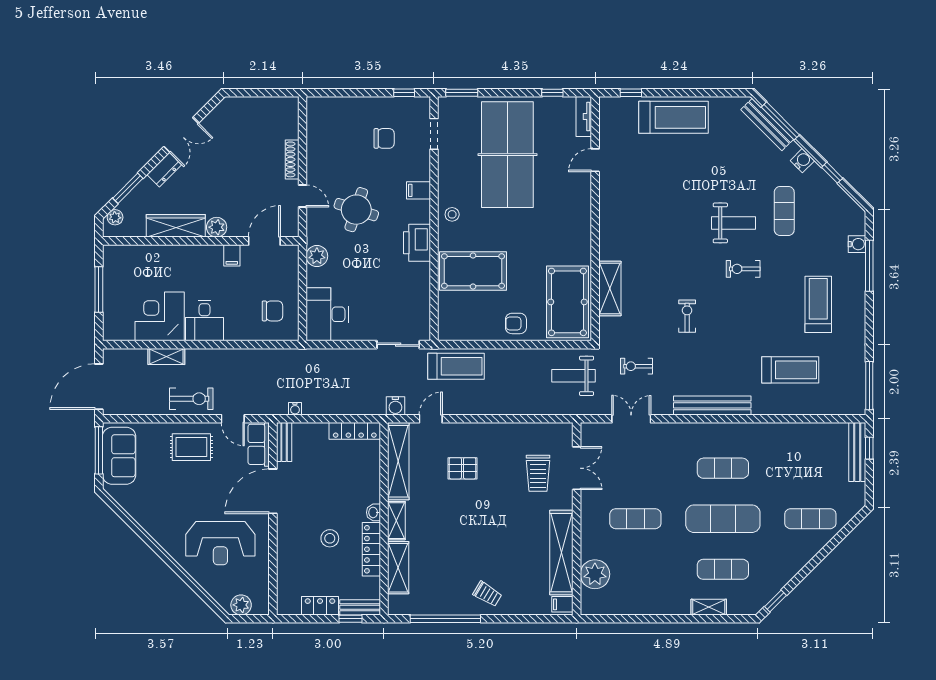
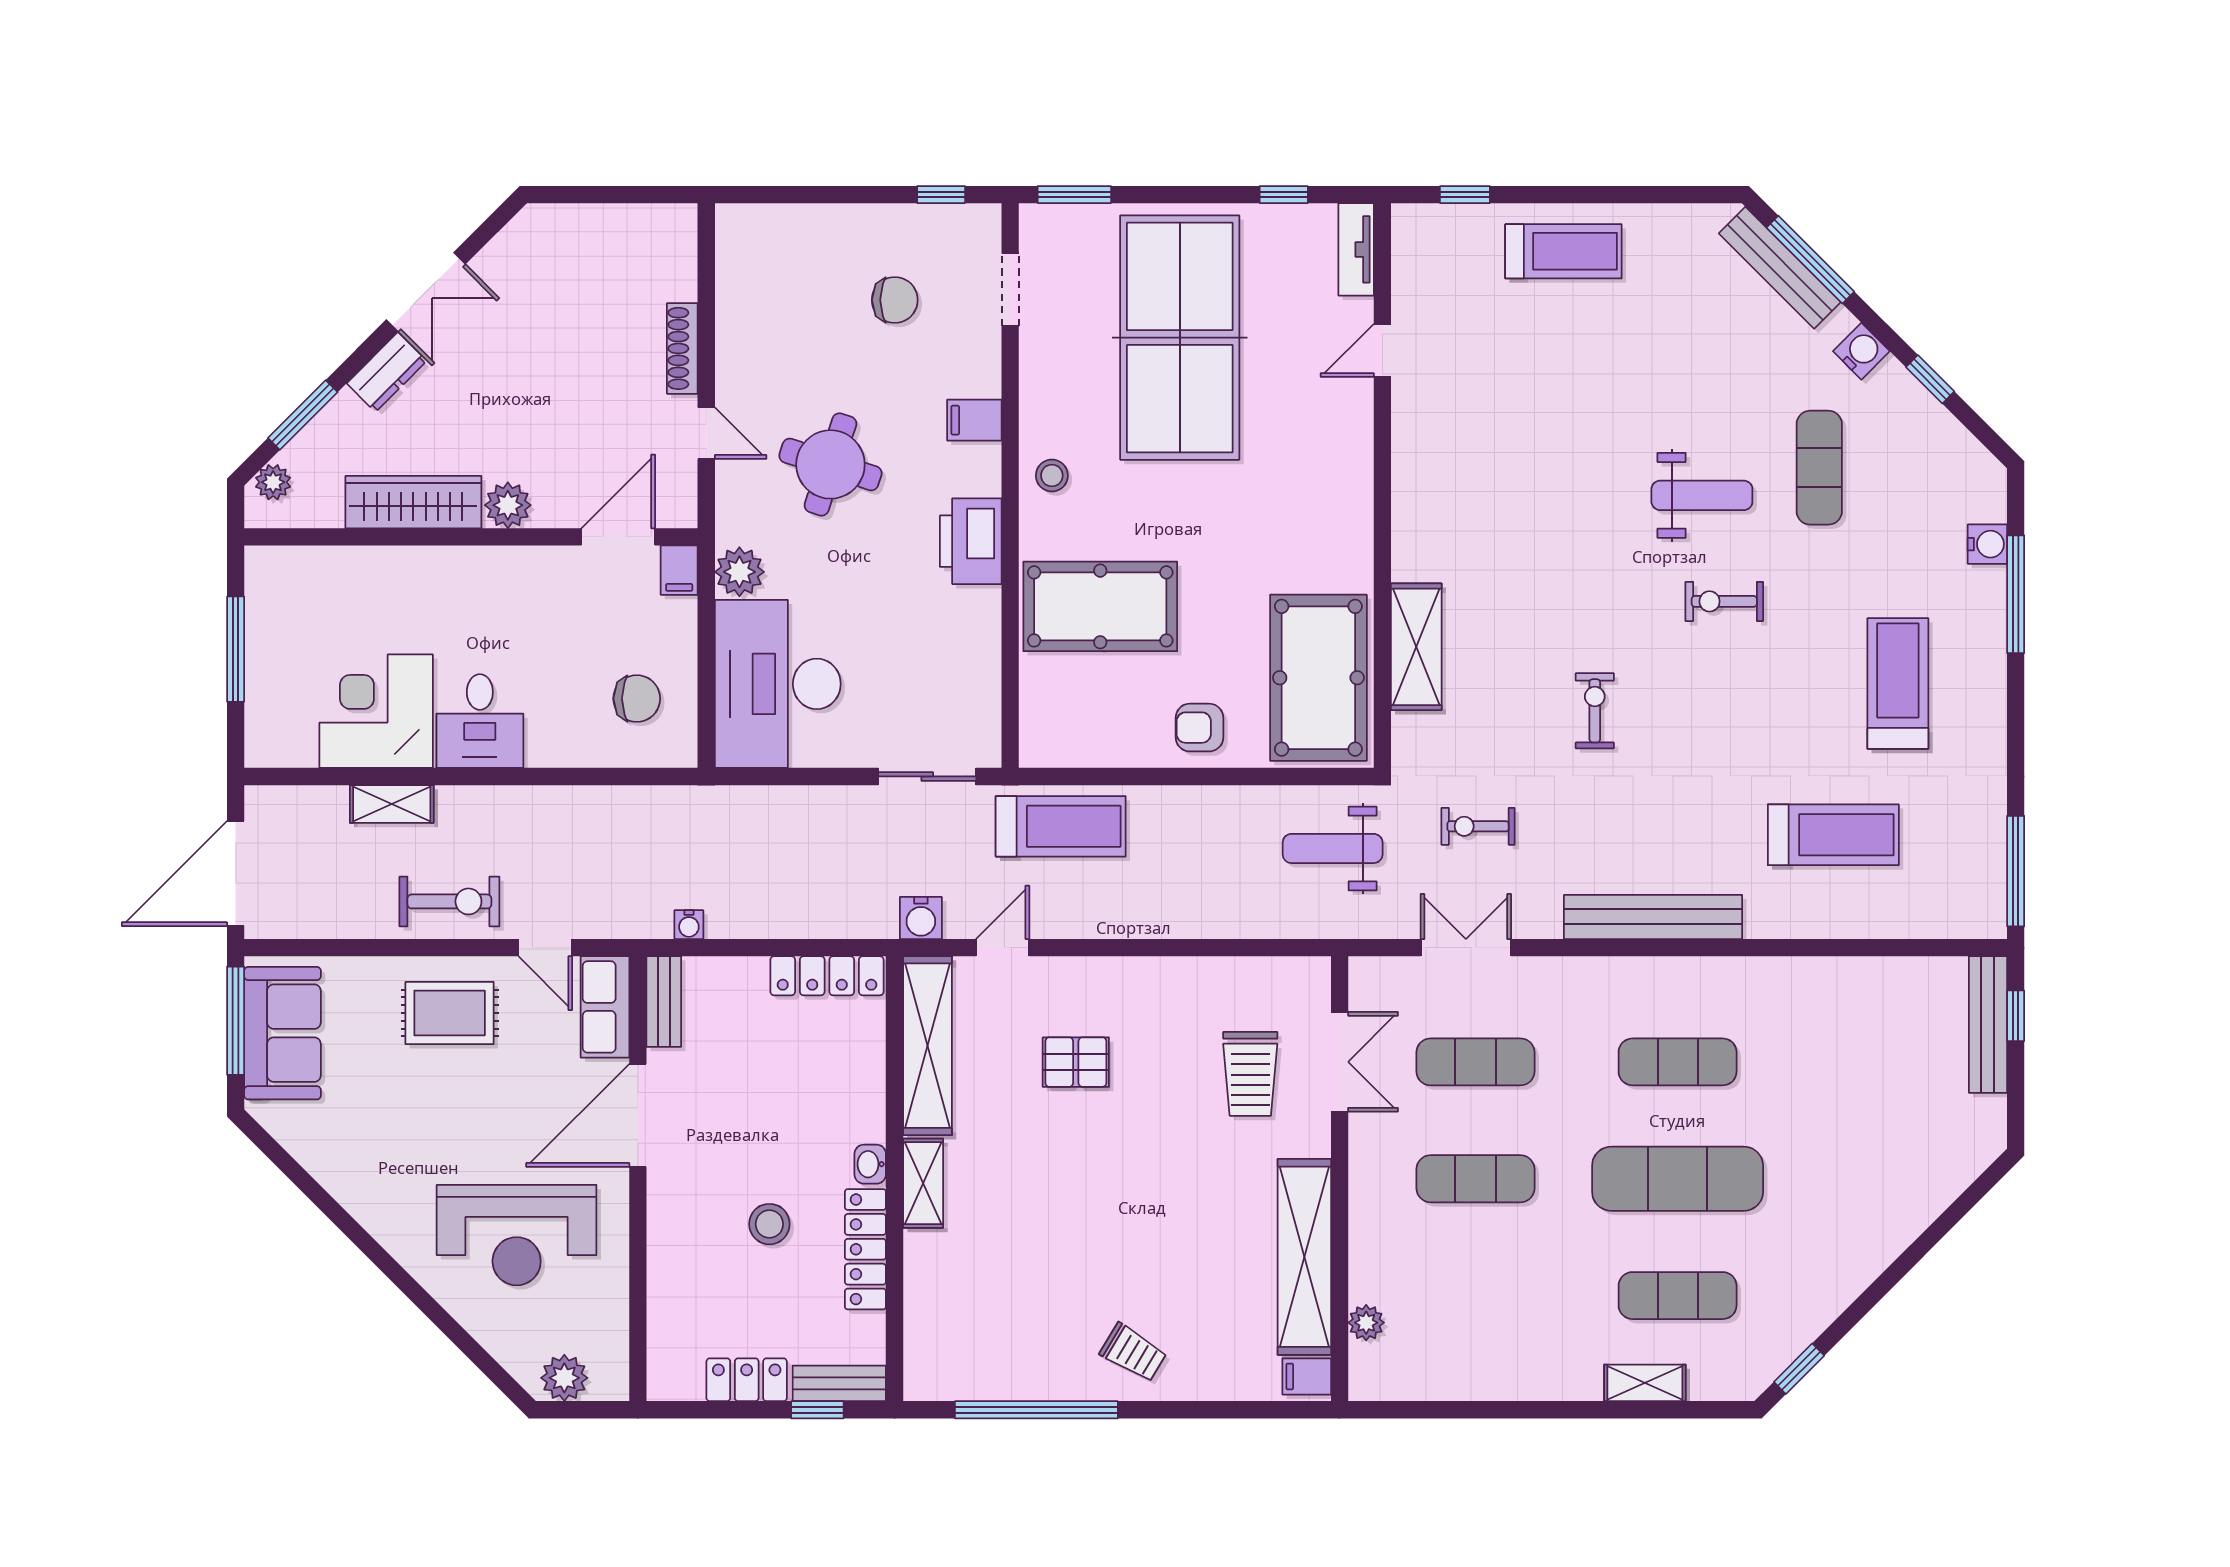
treadmill: (673, 117) -> (1563, 251), width x0.73, depth x0.73
filing cabinet: (232, 255) -> (679, 570), moved
desk: (327, 314) -> (778, 684), width x1.36, depth x1.30
exercise mat: (810, 519) -> (1475, 1062), moved
shelving: (398, 568) -> (927, 1292), removed
plant: (595, 574) -> (1366, 1323), width x0.53, depth x0.53

